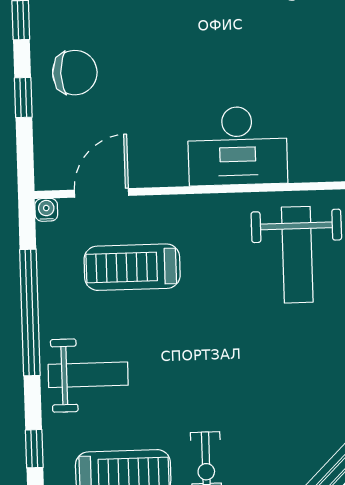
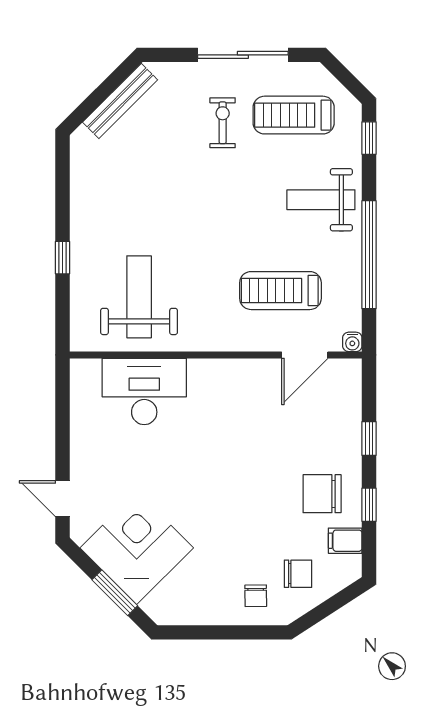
chair: (75, 73) -> (322, 494), moved
desk: (237, 146) -> (144, 391), moved
treadmill: (132, 267) -> (280, 291), turned 180

